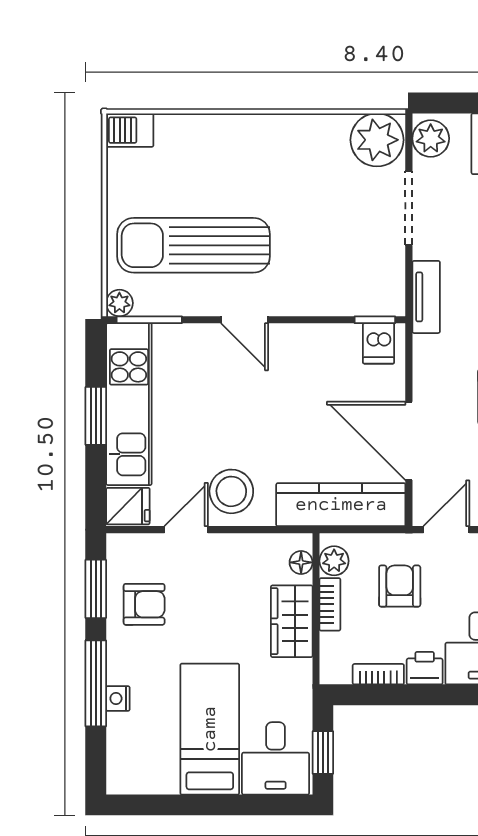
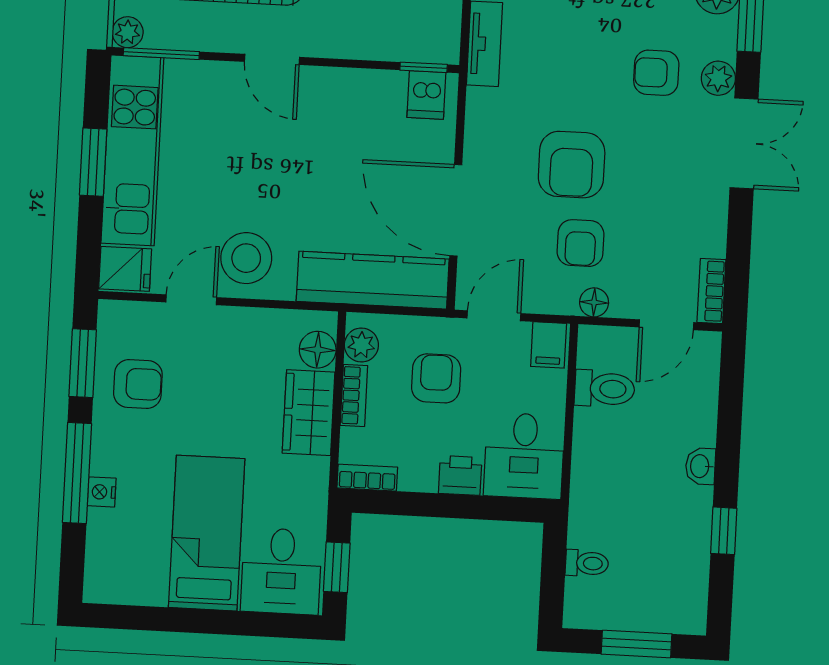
floor lamp: (301, 562) -> (318, 350), width x1.37, depth x1.37
bookcase: (378, 674) -> (367, 478), moved

